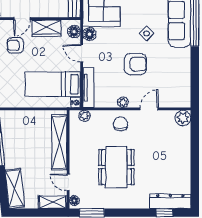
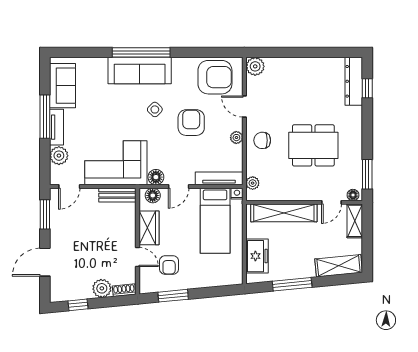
armchair: (174, 84) -> (215, 77), added
freezer: (23, 120) -> (257, 256), added

